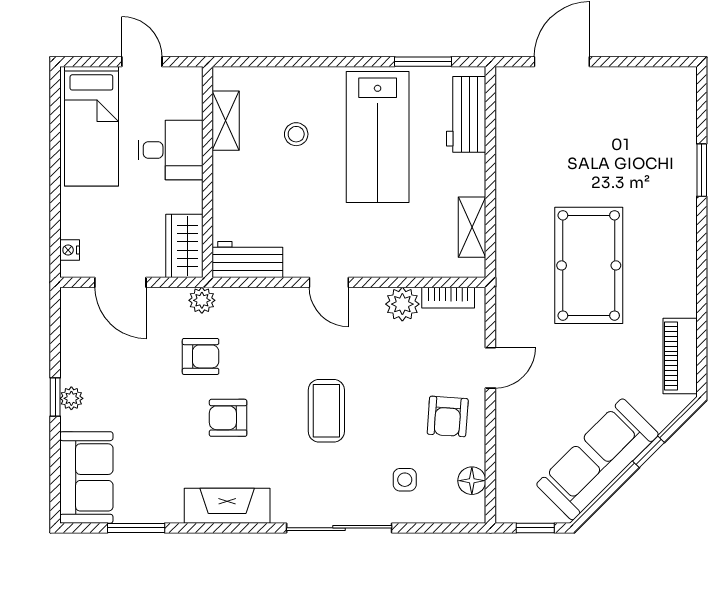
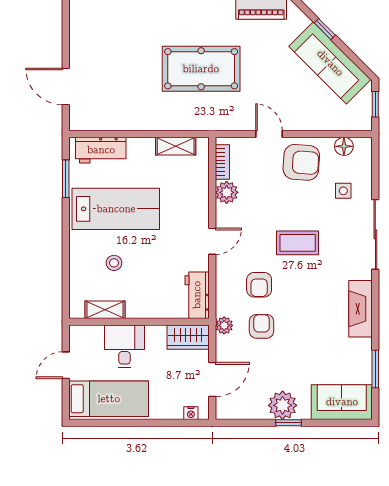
plant: (71, 398) -> (283, 405), width x1.88, depth x1.88
armchair: (448, 416) -> (301, 162), width x1.38, depth x1.38
armchair: (228, 418) -> (259, 285), moved

